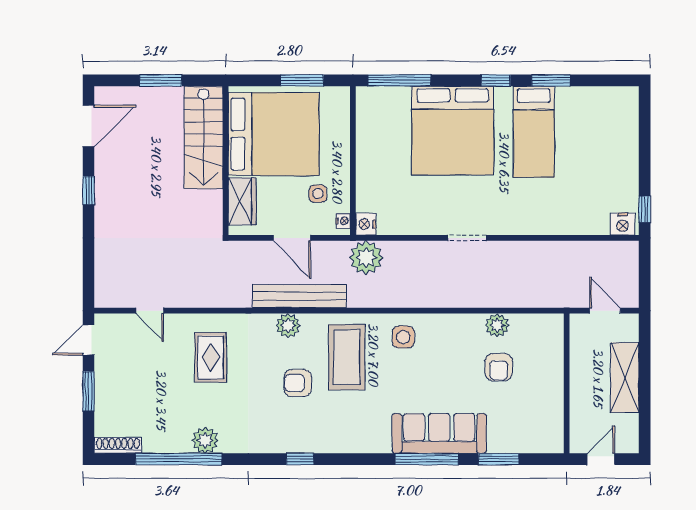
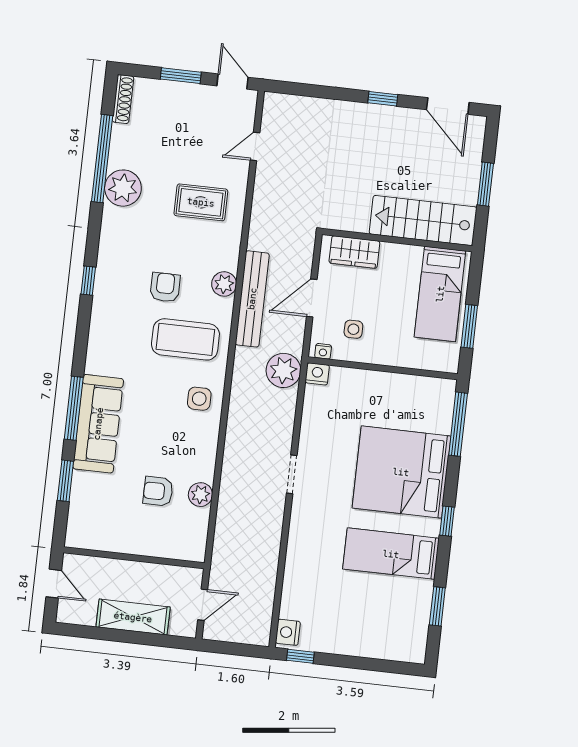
window: (551, 80) -> (437, 606), moved
bed: (274, 134) -> (440, 294), width x0.49
plant: (205, 440) -> (123, 188), width x1.36, depth x1.36

